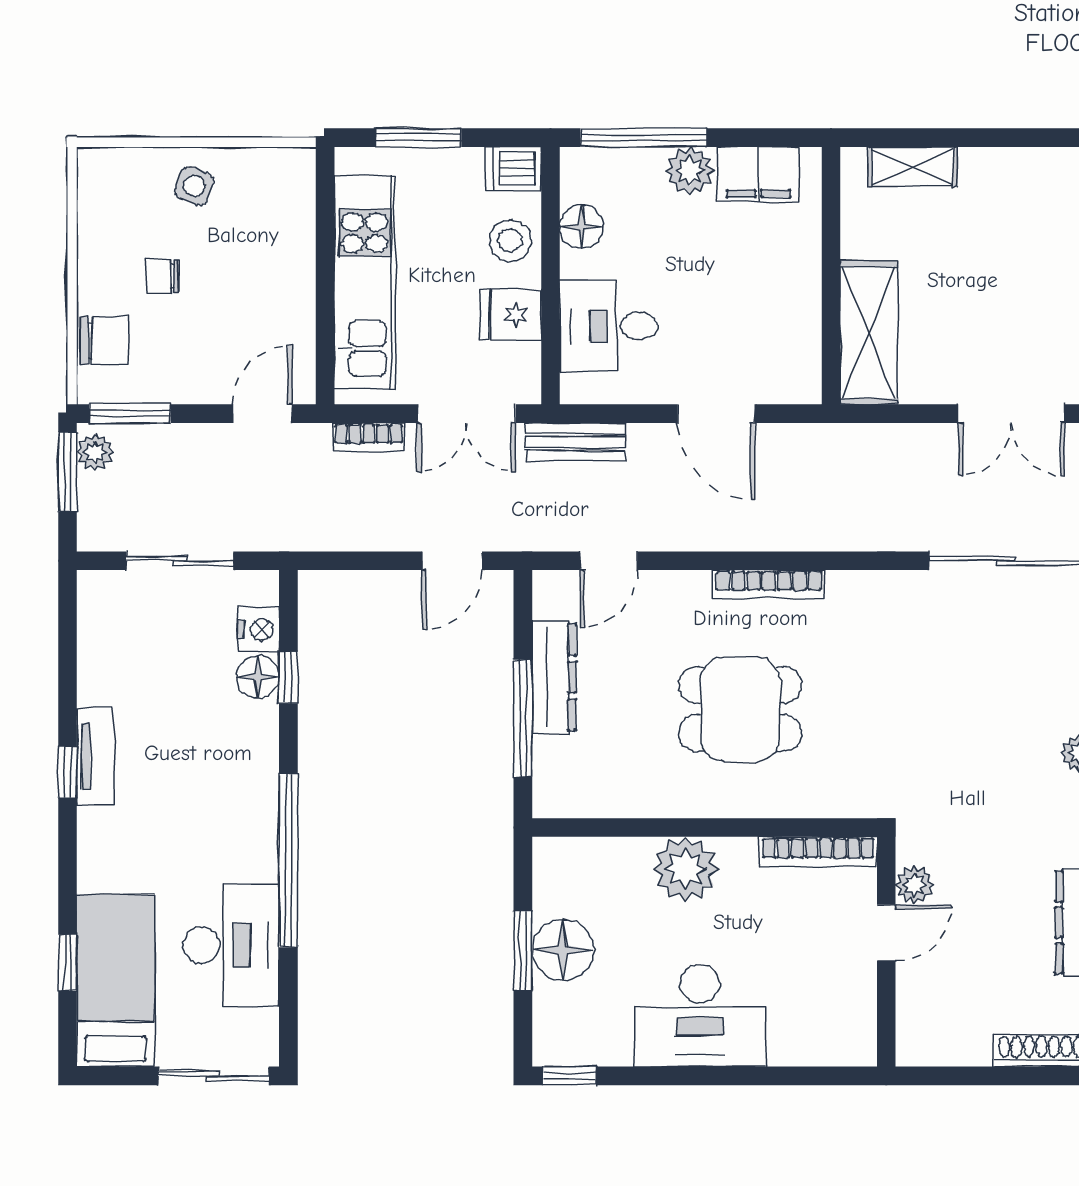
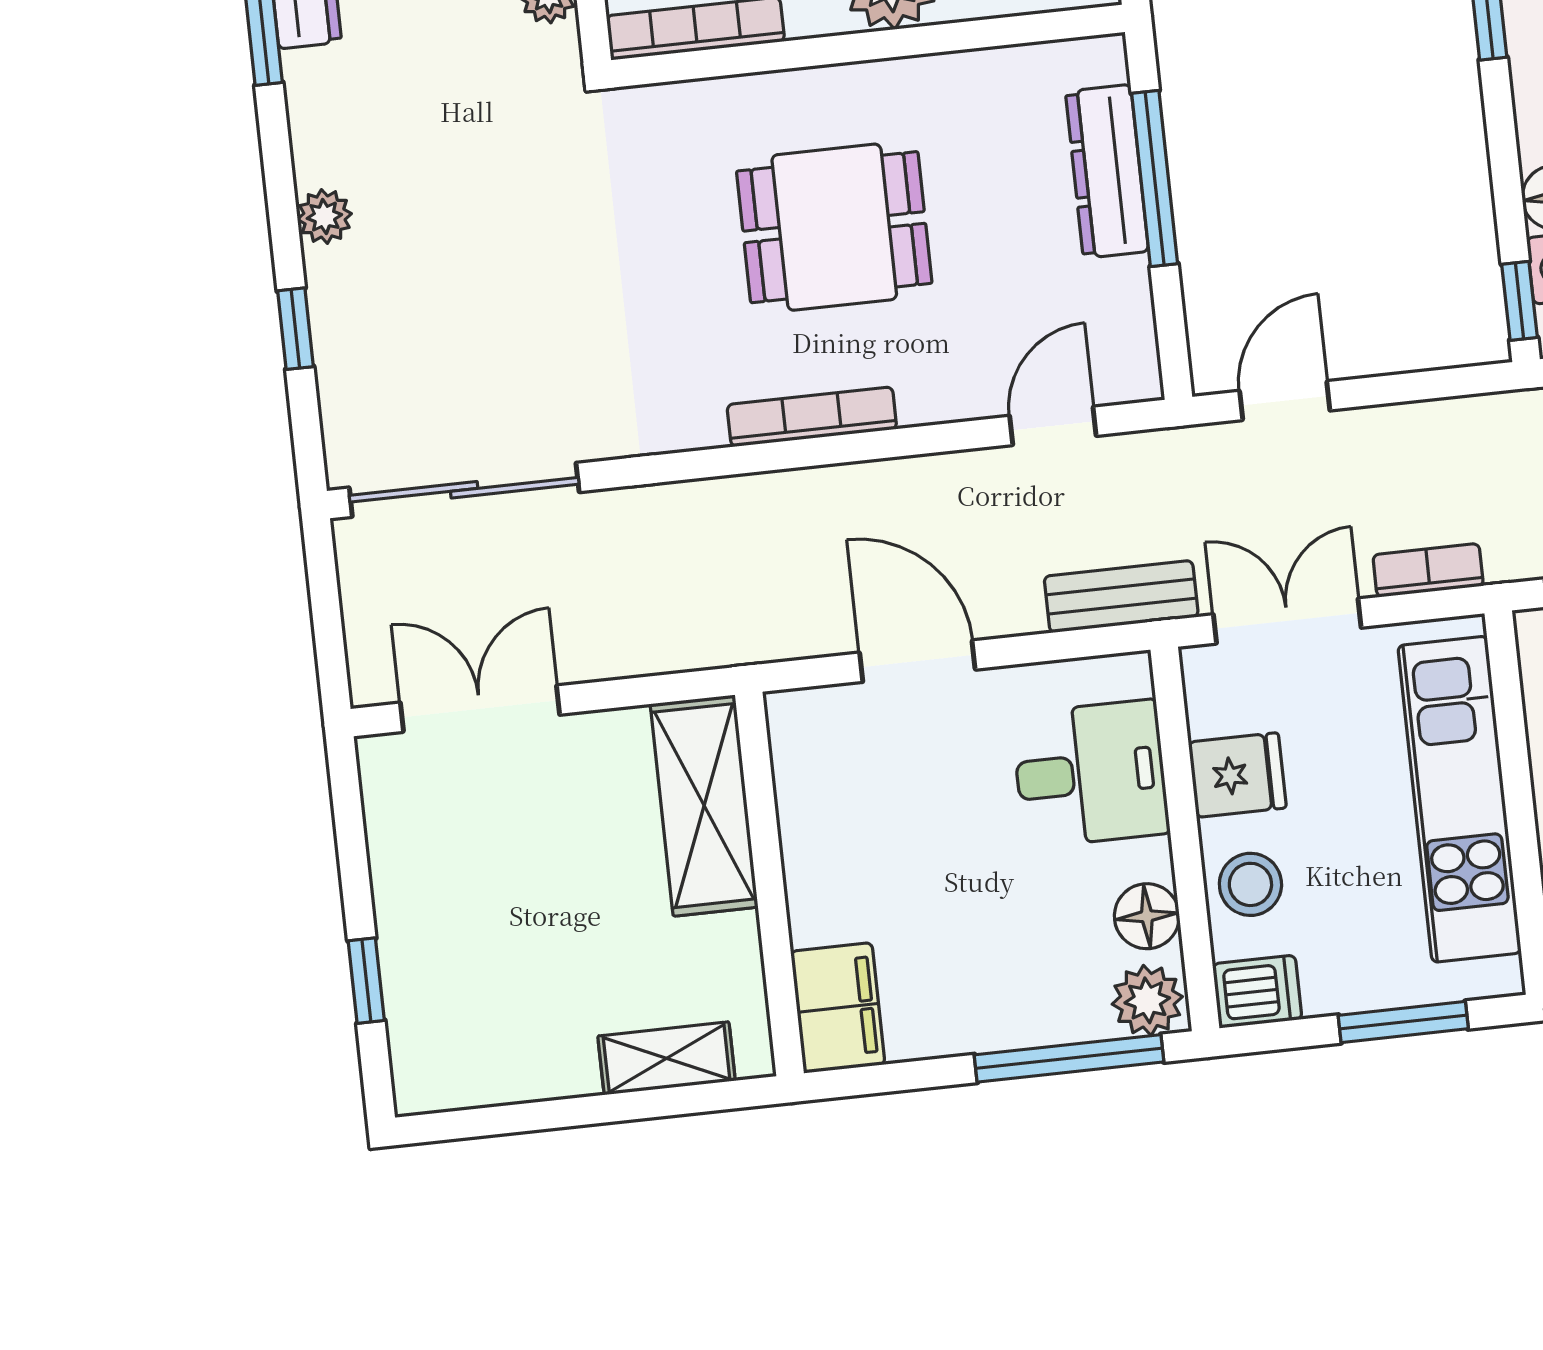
plant: (690, 171) -> (1147, 1000), moved
filing cabinet: (758, 174) -> (838, 1008), moved, turned 90
window: (288, 677) -> (1520, 301), moved
dresser: (554, 677) -> (1107, 171), moved

